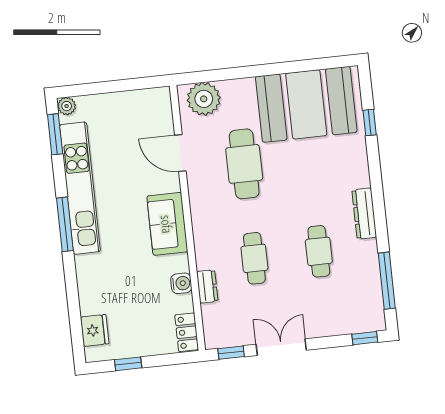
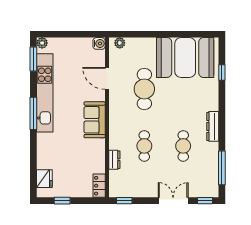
plant: (204, 99) -> (120, 43), width x0.53, depth x0.53
water cooler: (181, 283) -> (99, 43), moved
double door: (281, 347) -> (173, 201), moved

